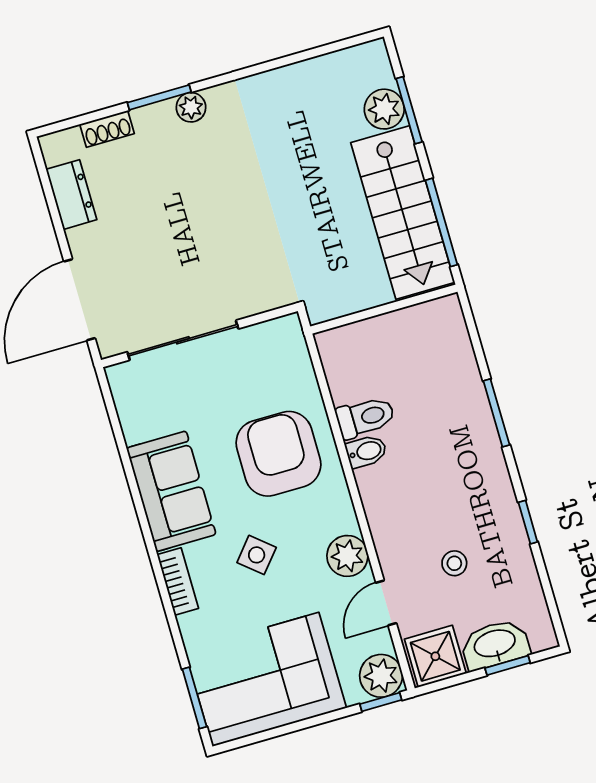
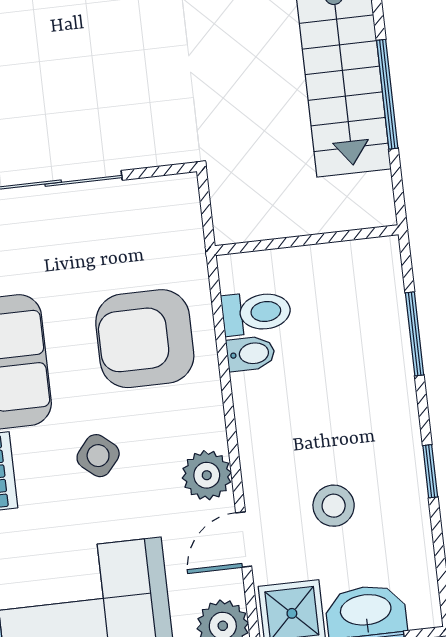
wall: (384, 309) -> (307, 240), moved
armchair: (278, 454) -> (145, 339), turned -90
stool: (454, 563) -> (334, 506), width x1.37, depth x1.37

